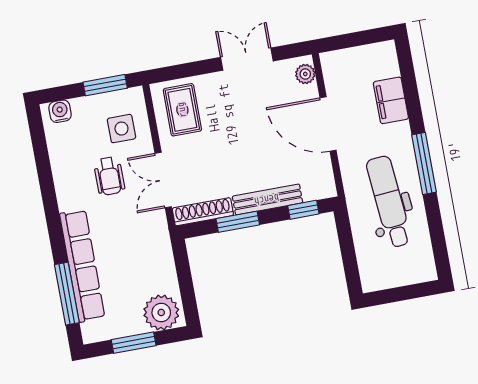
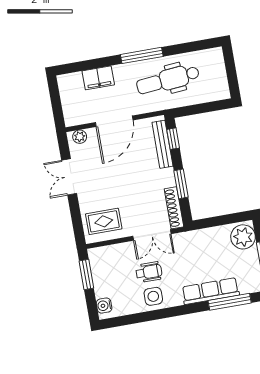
side table: (121, 129) -> (153, 296), moved
bench: (267, 199) -> (162, 144), moved
row of seats: (82, 266) -> (210, 291), width x0.73

